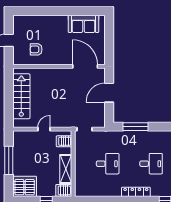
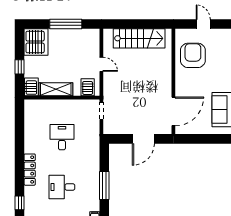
armchair: (36, 49) -> (193, 55), width x1.88, depth x1.88
door: (109, 93) -> (143, 139), swing flipped
window: (135, 127) -> (104, 185), moved
desk: (108, 164) -> (62, 137), turned 180
desk: (151, 164) -> (62, 187), turned 90

